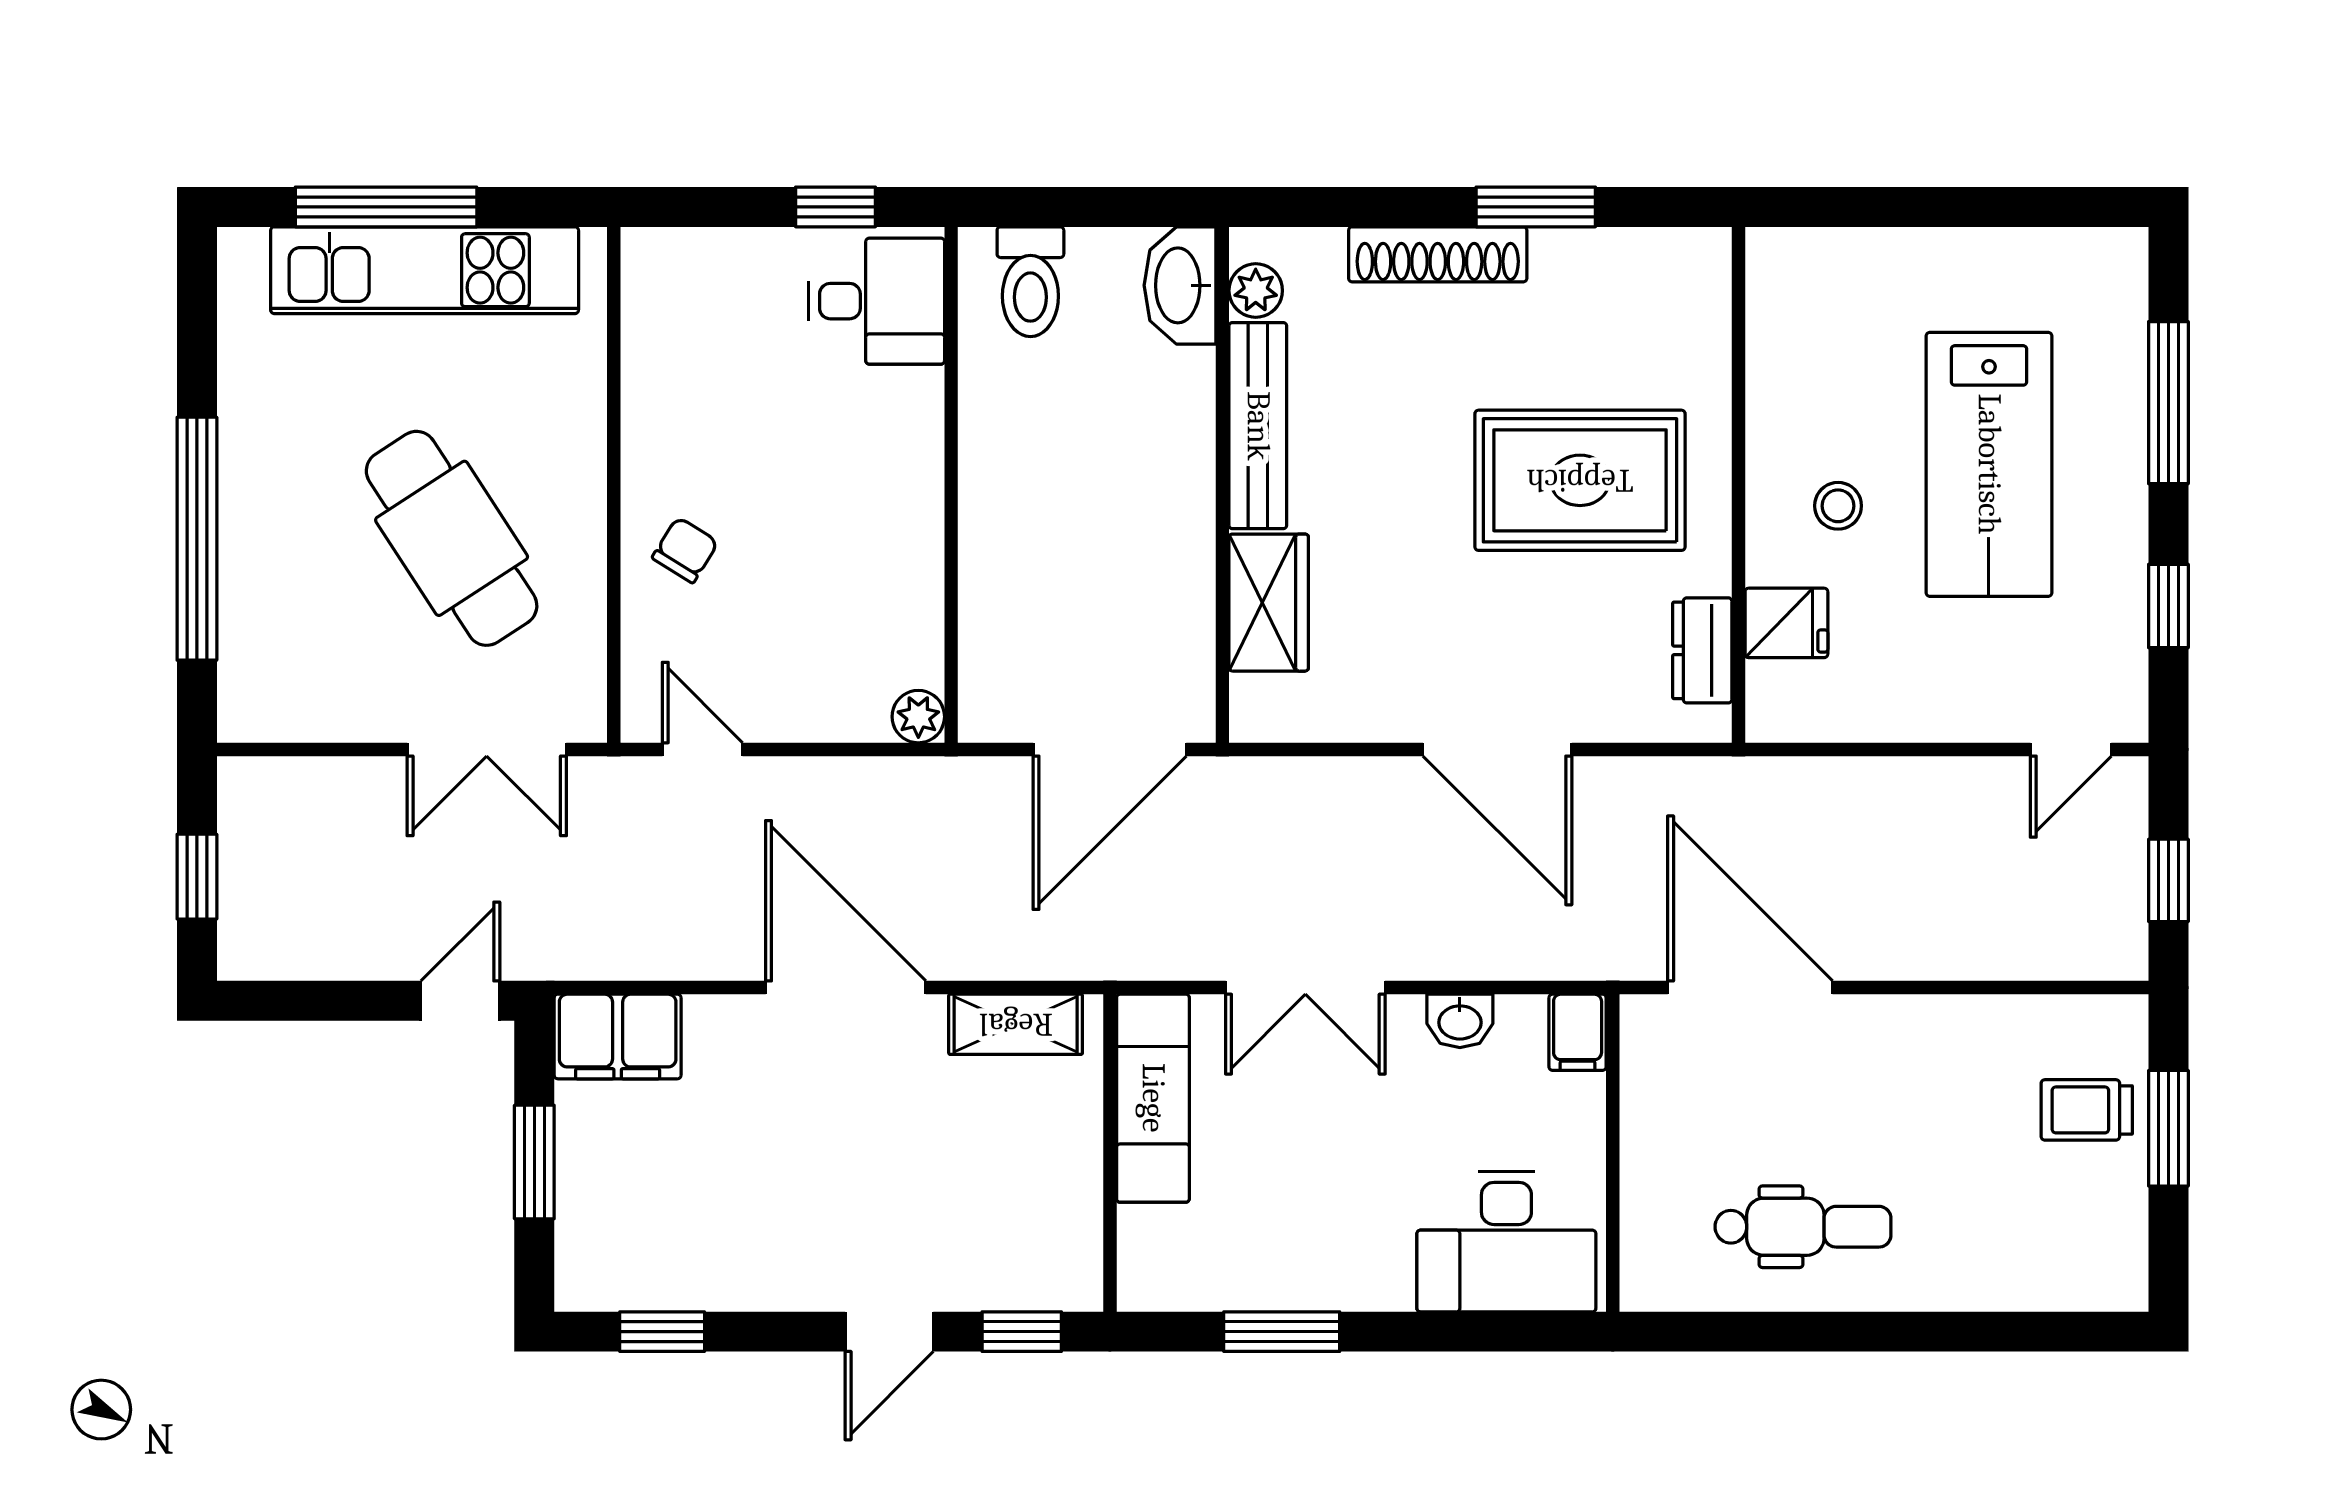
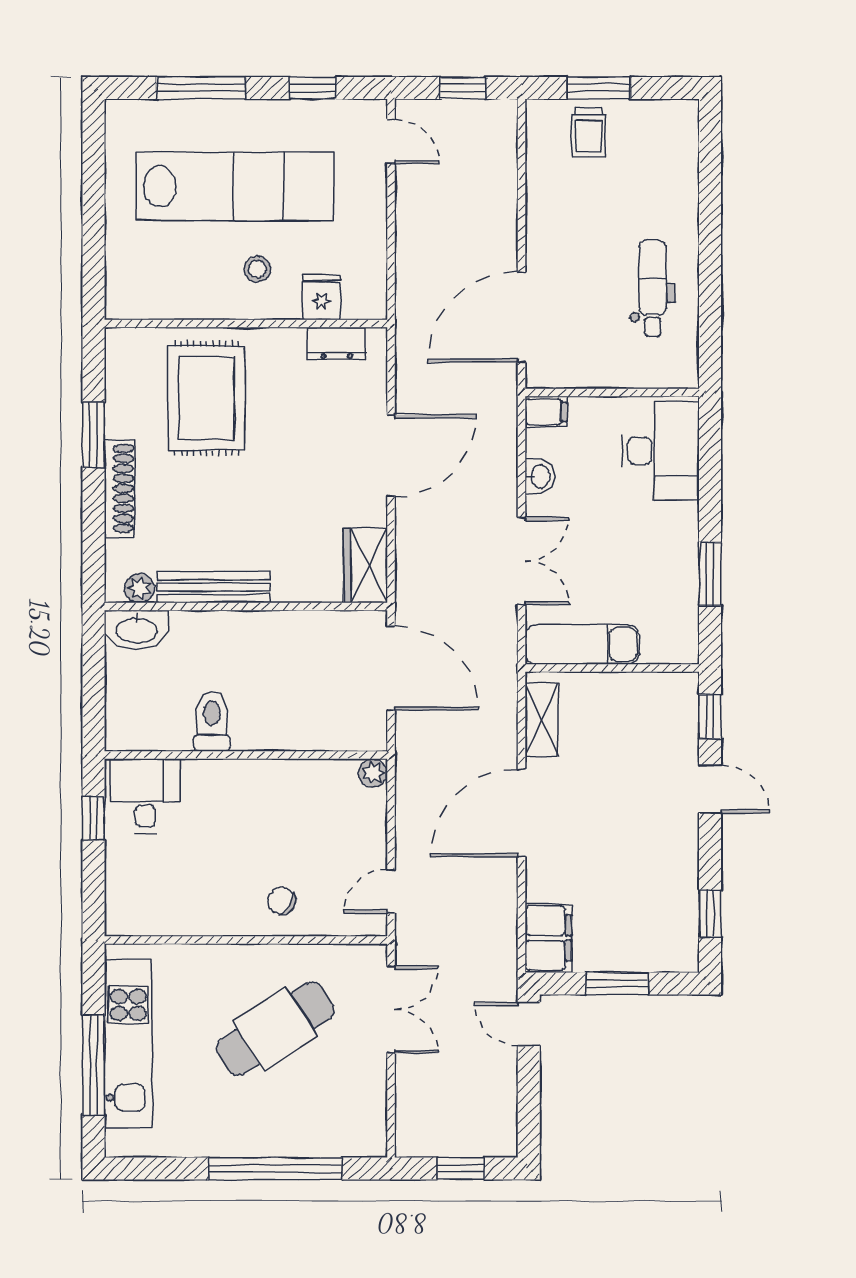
toilet: (1030, 282) -> (212, 721), moved, turned -90
lab bench: (1989, 464) -> (235, 186), width x1.36
rug: (1580, 480) -> (206, 398), moved
wardrobe: (1269, 603) -> (366, 565), moved, turned -90

